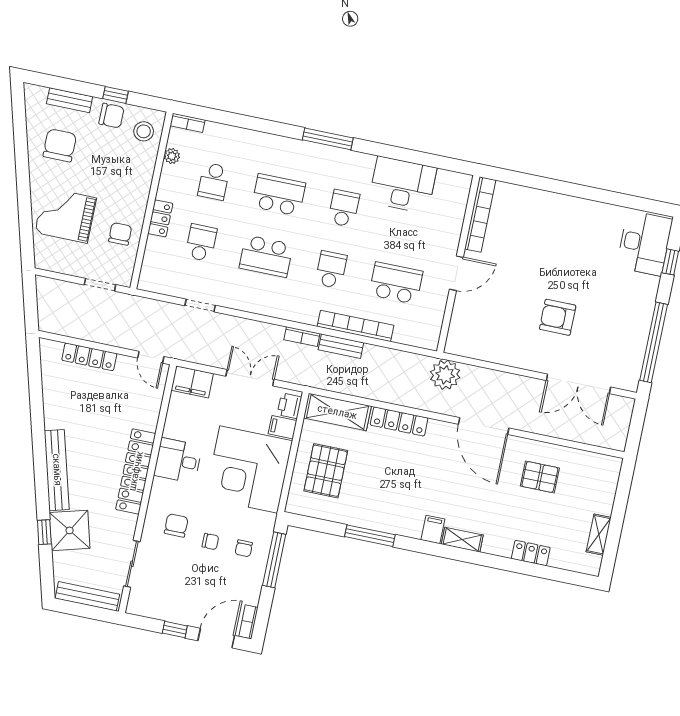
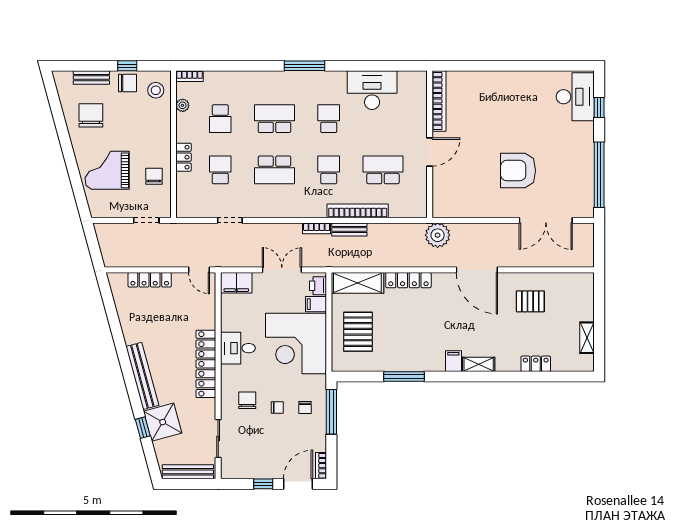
armchair: (558, 317) -> (518, 171), width x1.36, depth x1.36

